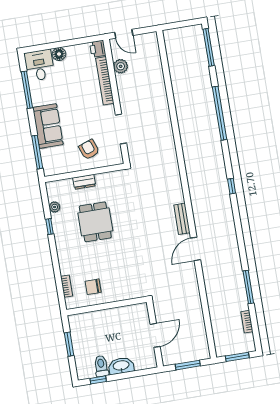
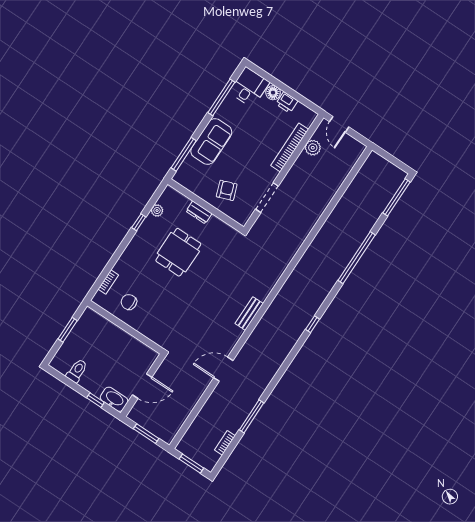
printer: (98, 49) -> (287, 102), moved, turned -90
door: (196, 249) -> (223, 369), moved
washbasin: (121, 366) -> (114, 399), moved
window: (98, 380) -> (95, 400), moved

